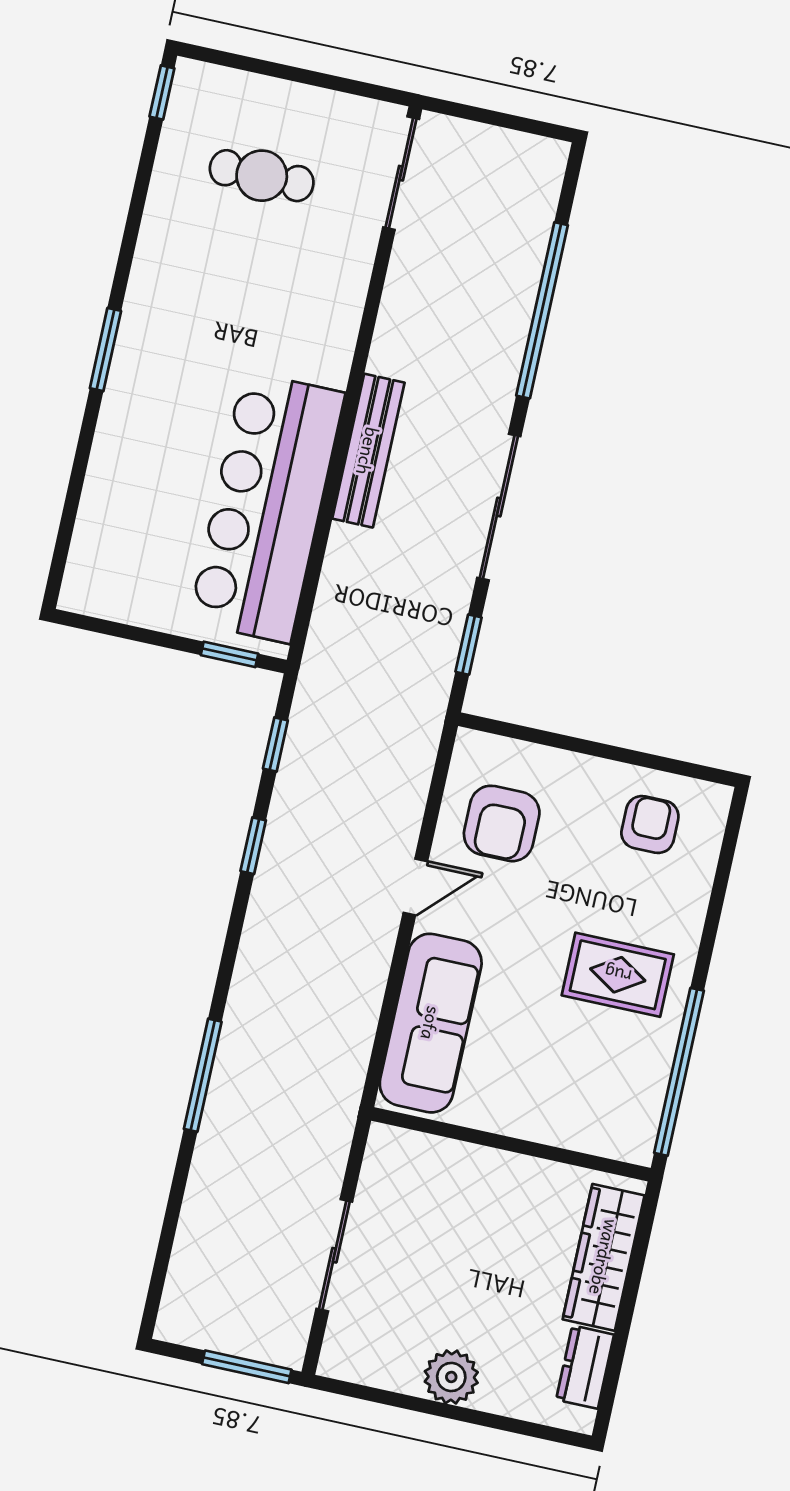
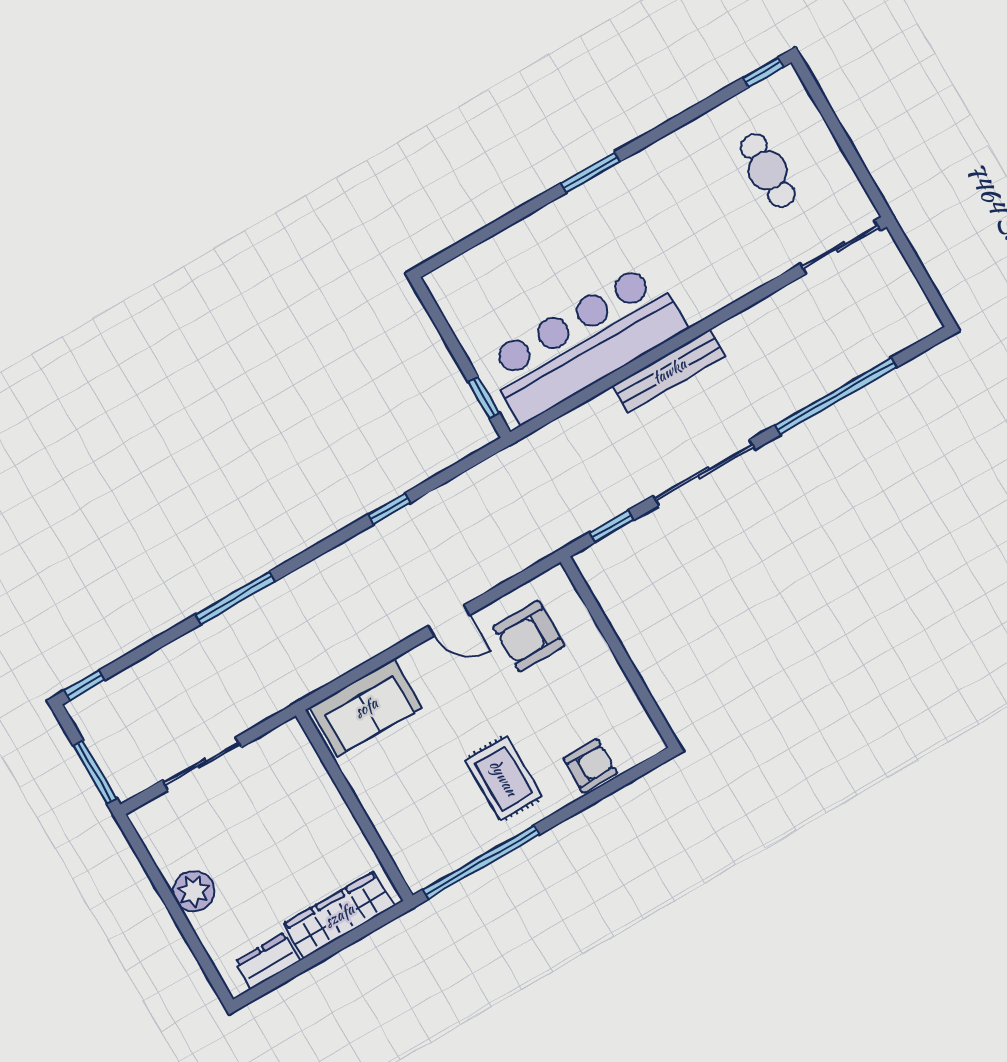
window: (275, 744) -> (85, 685), moved
armchair: (650, 825) -> (590, 766), moved
sofa: (431, 1023) -> (366, 707), width x0.73

